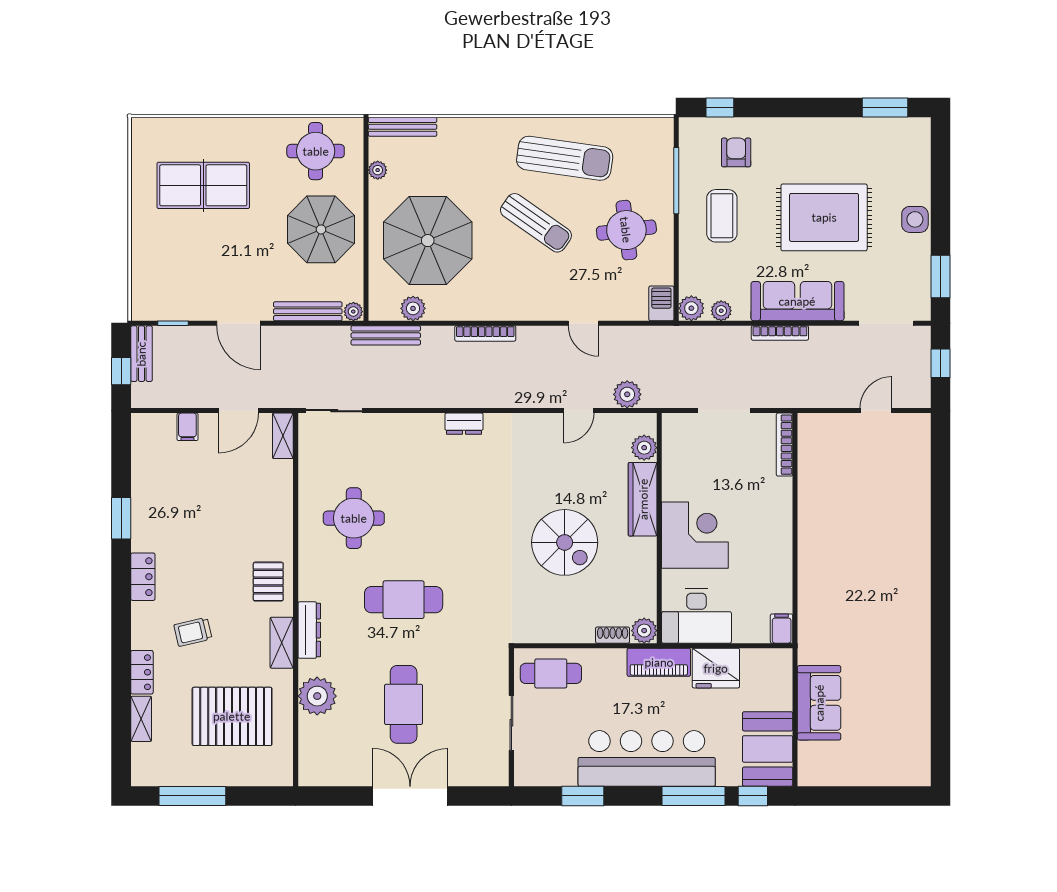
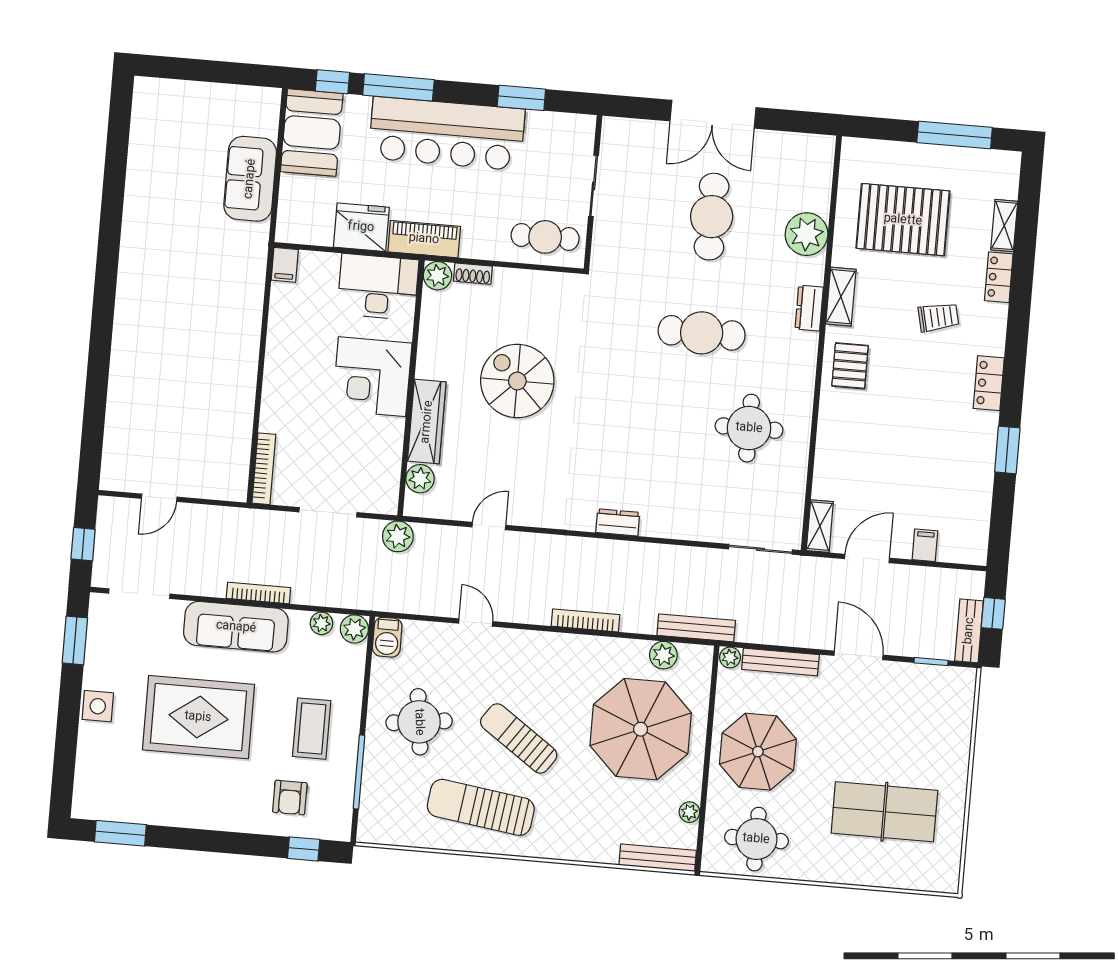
plant: (627, 394) -> (398, 536), moved
dresser: (309, 630) -> (809, 308), width x0.70

